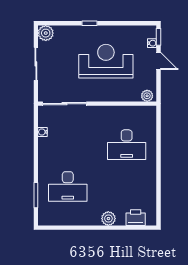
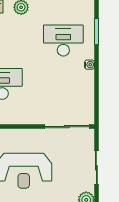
water cooler: (43, 132) -> (89, 65), moved

